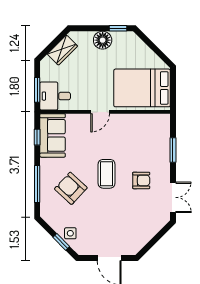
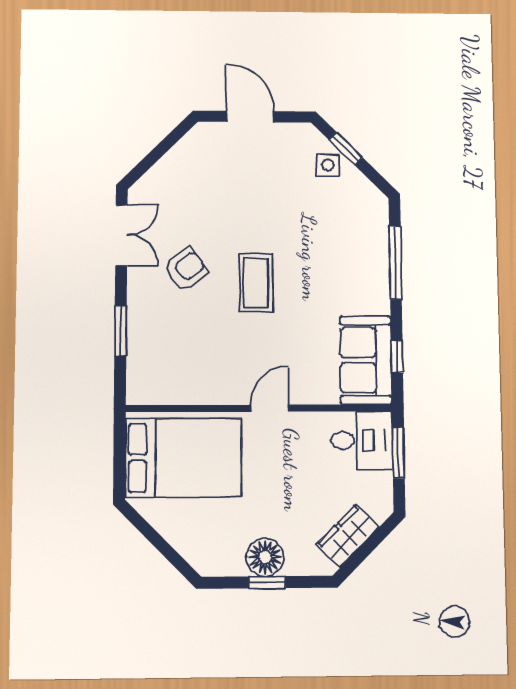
window: (118, 28) -> (268, 582), moved
armchair: (141, 180) -> (186, 269), turned 143
armchair: (71, 188) -> (328, 254), removed
double door: (173, 197) -> (121, 235), swing flipped

